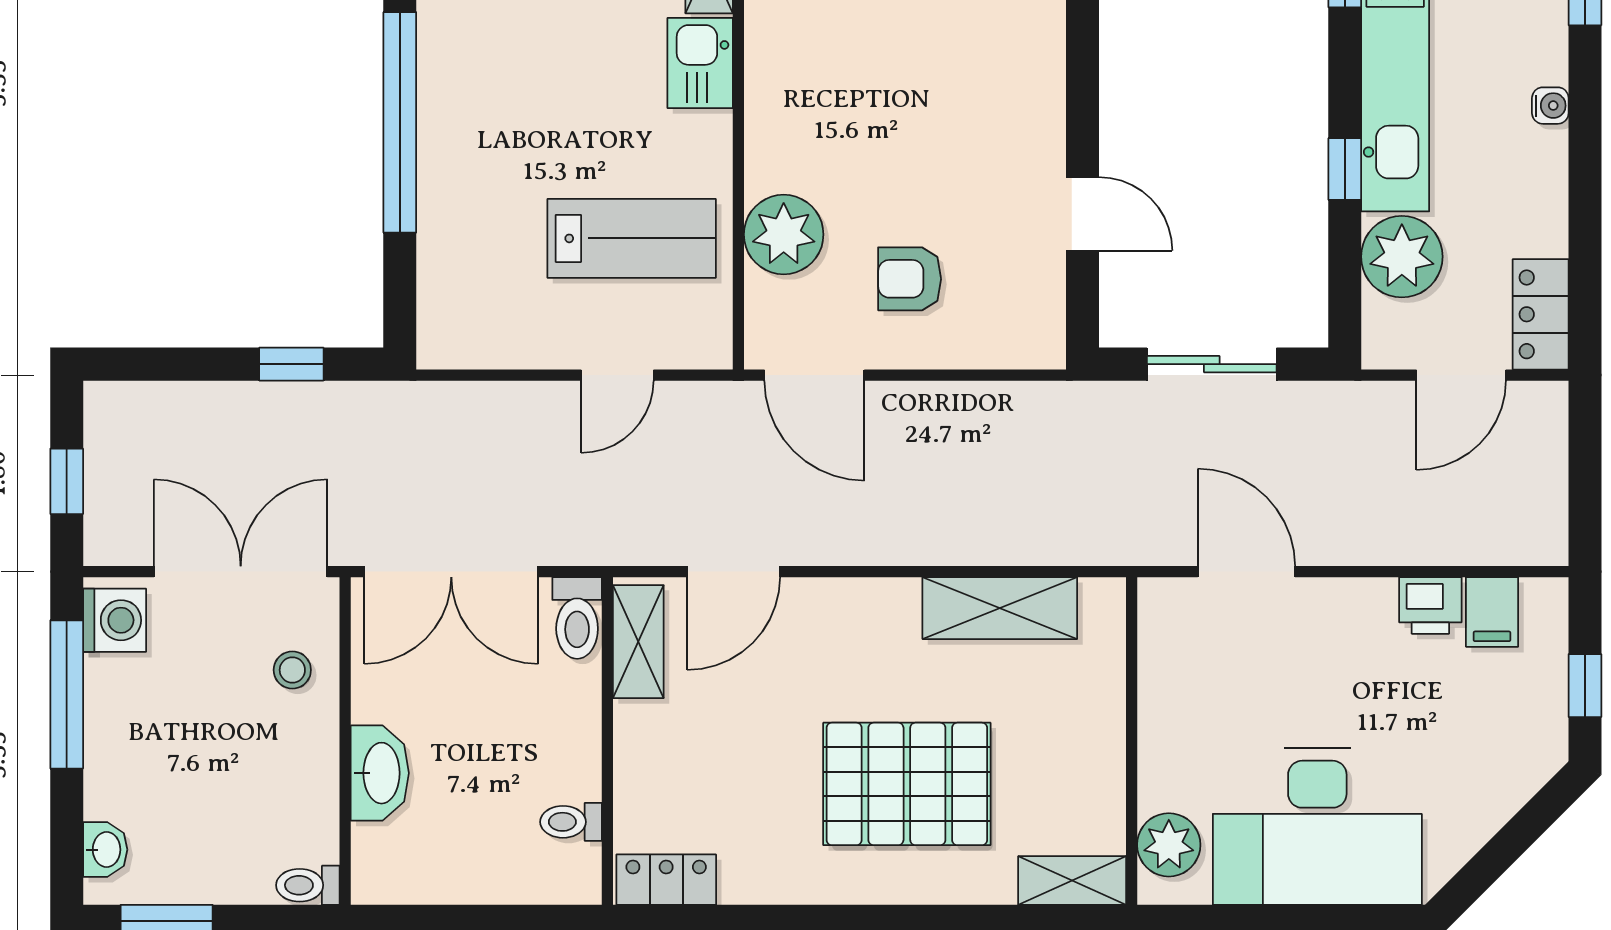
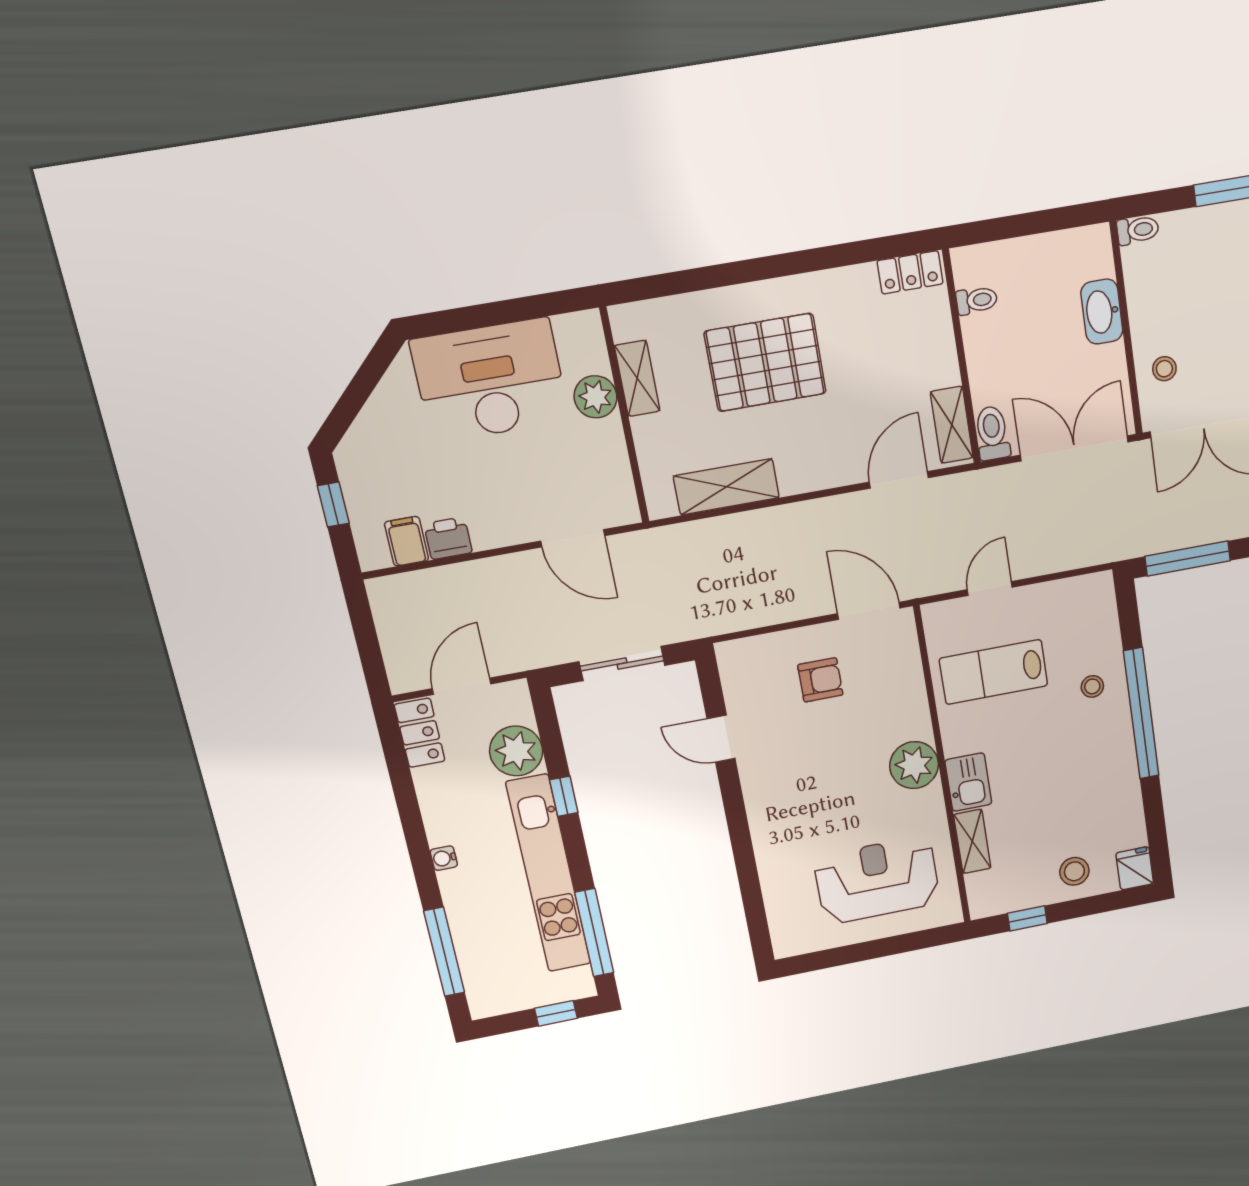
stool: (474, 183) -> (1092, 686), added
plant: (784, 234) -> (914, 765), moved
window: (291, 364) -> (1188, 559), width x2.17
plant: (1169, 845) -> (595, 397), moved
shelving: (1072, 880) -> (637, 378), moved, turned 90

